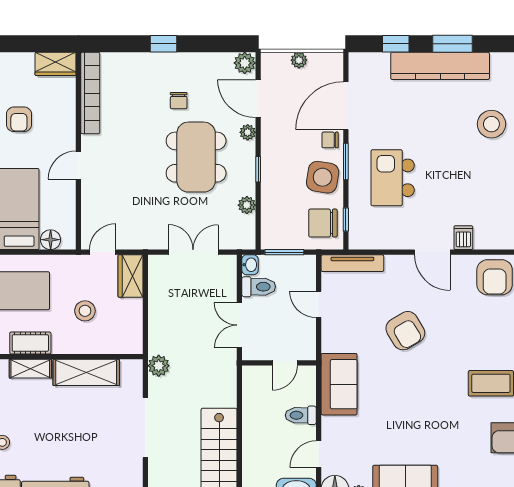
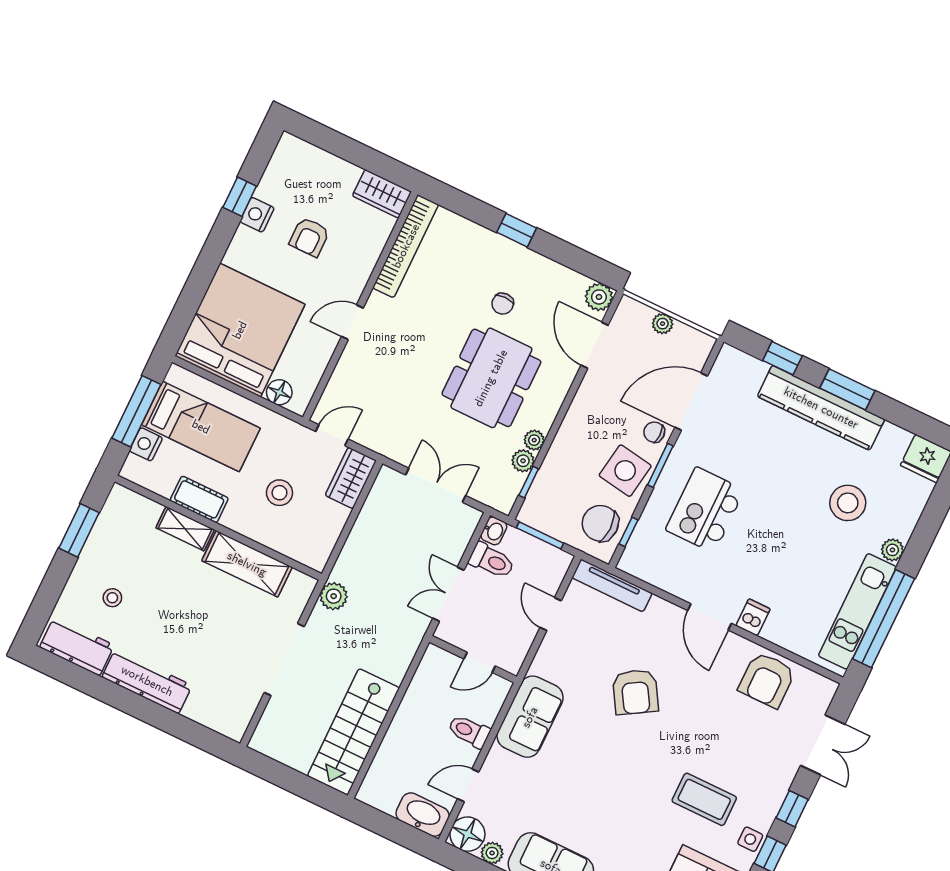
plant: (248, 132) -> (534, 440), moved
window: (258, 169) -> (529, 482), moved

